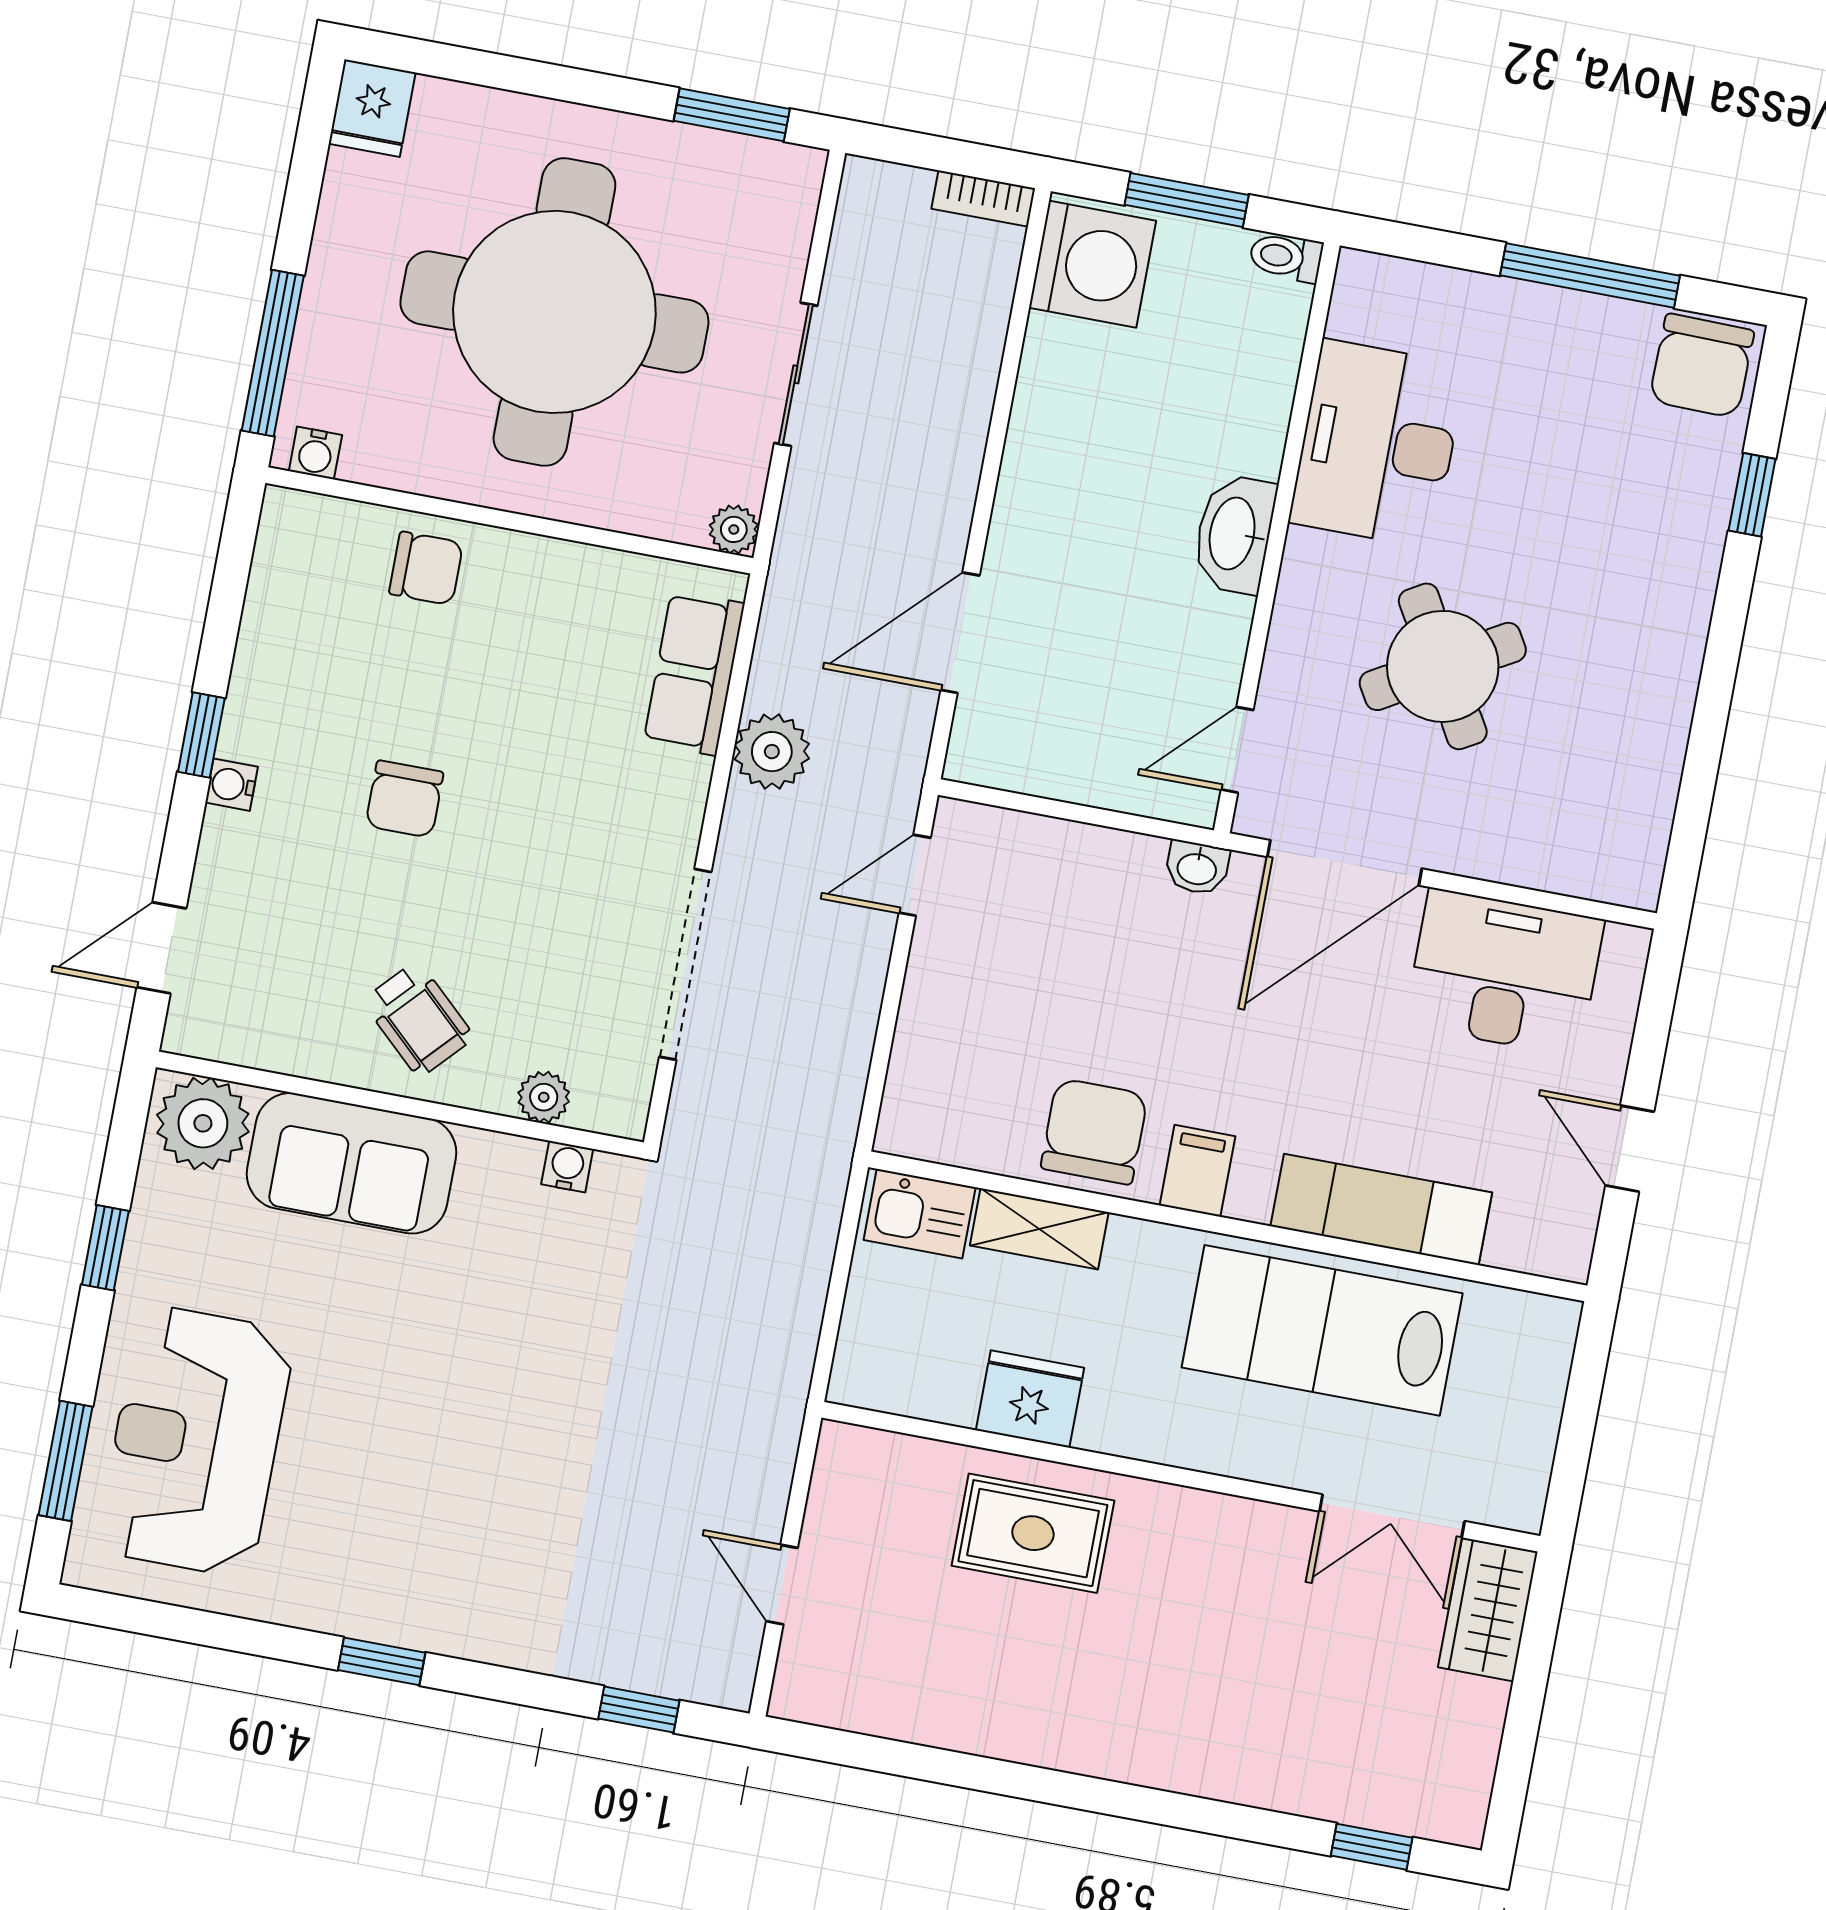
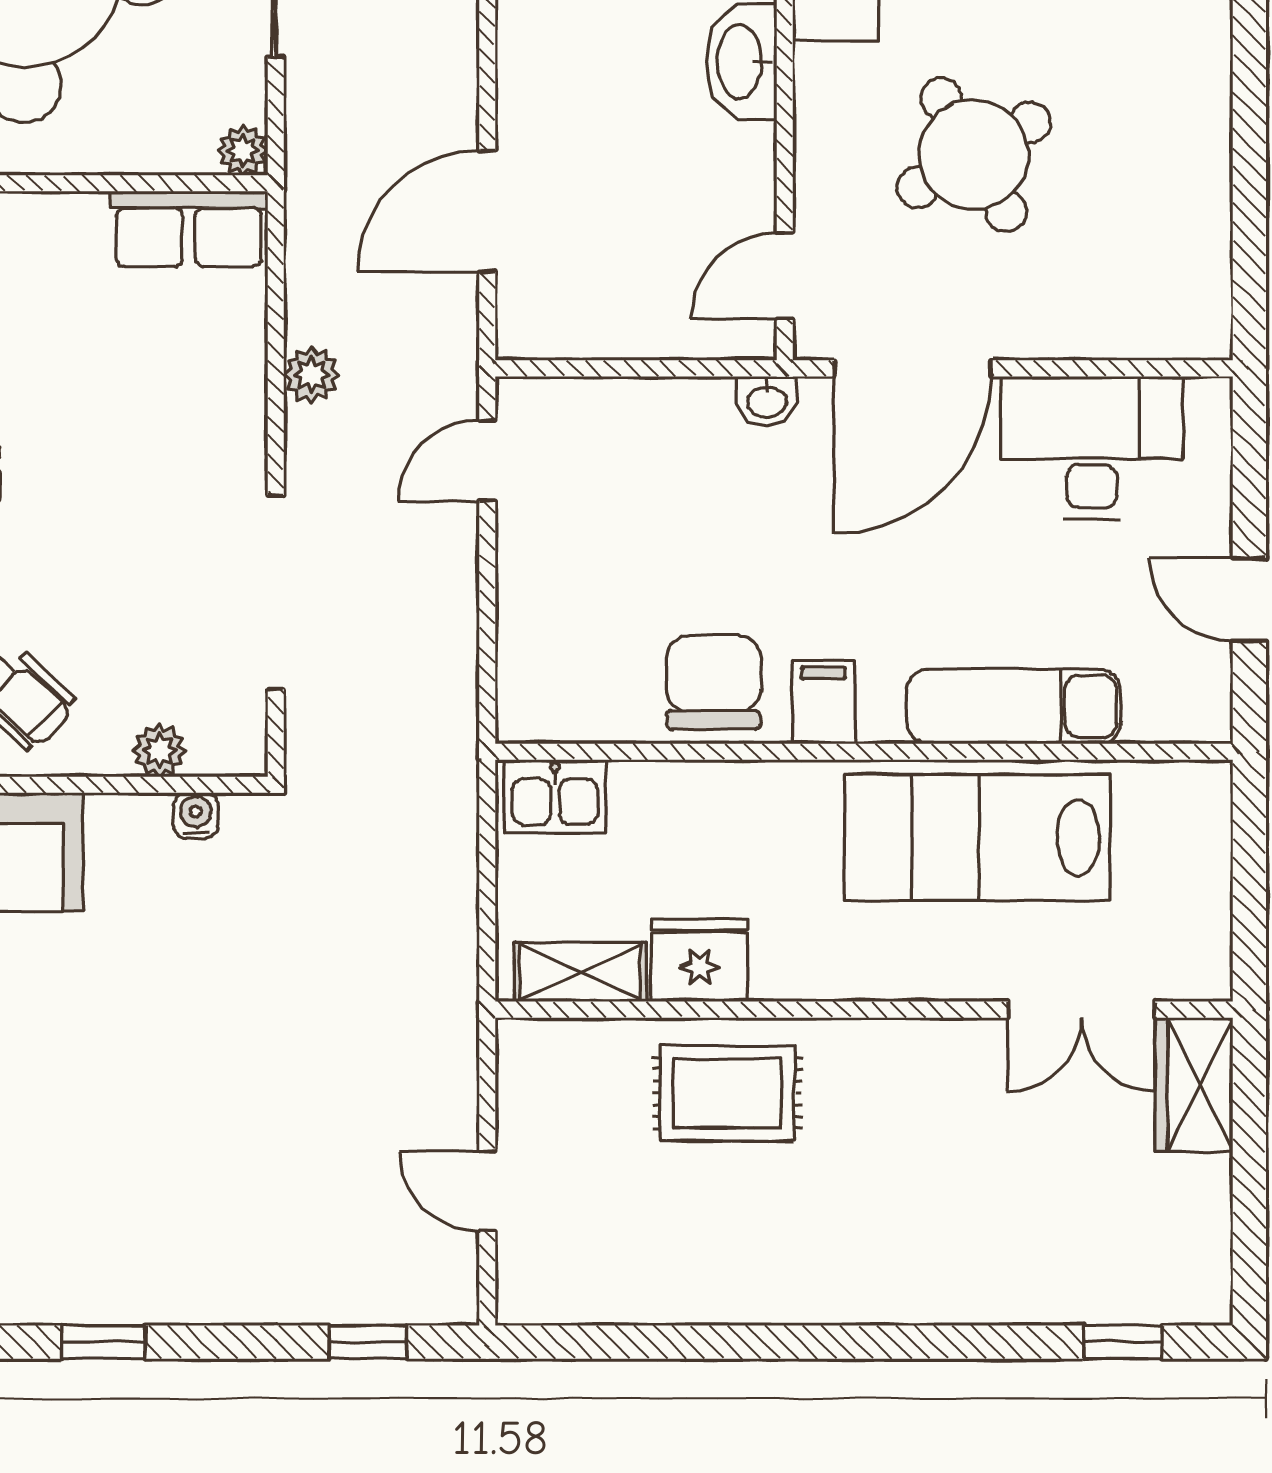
row of seats: (694, 673) -> (189, 229), moved, turned -90
plant: (772, 752) -> (312, 375), width x0.73, depth x0.73
shelving: (1039, 1229) -> (580, 972), moved

